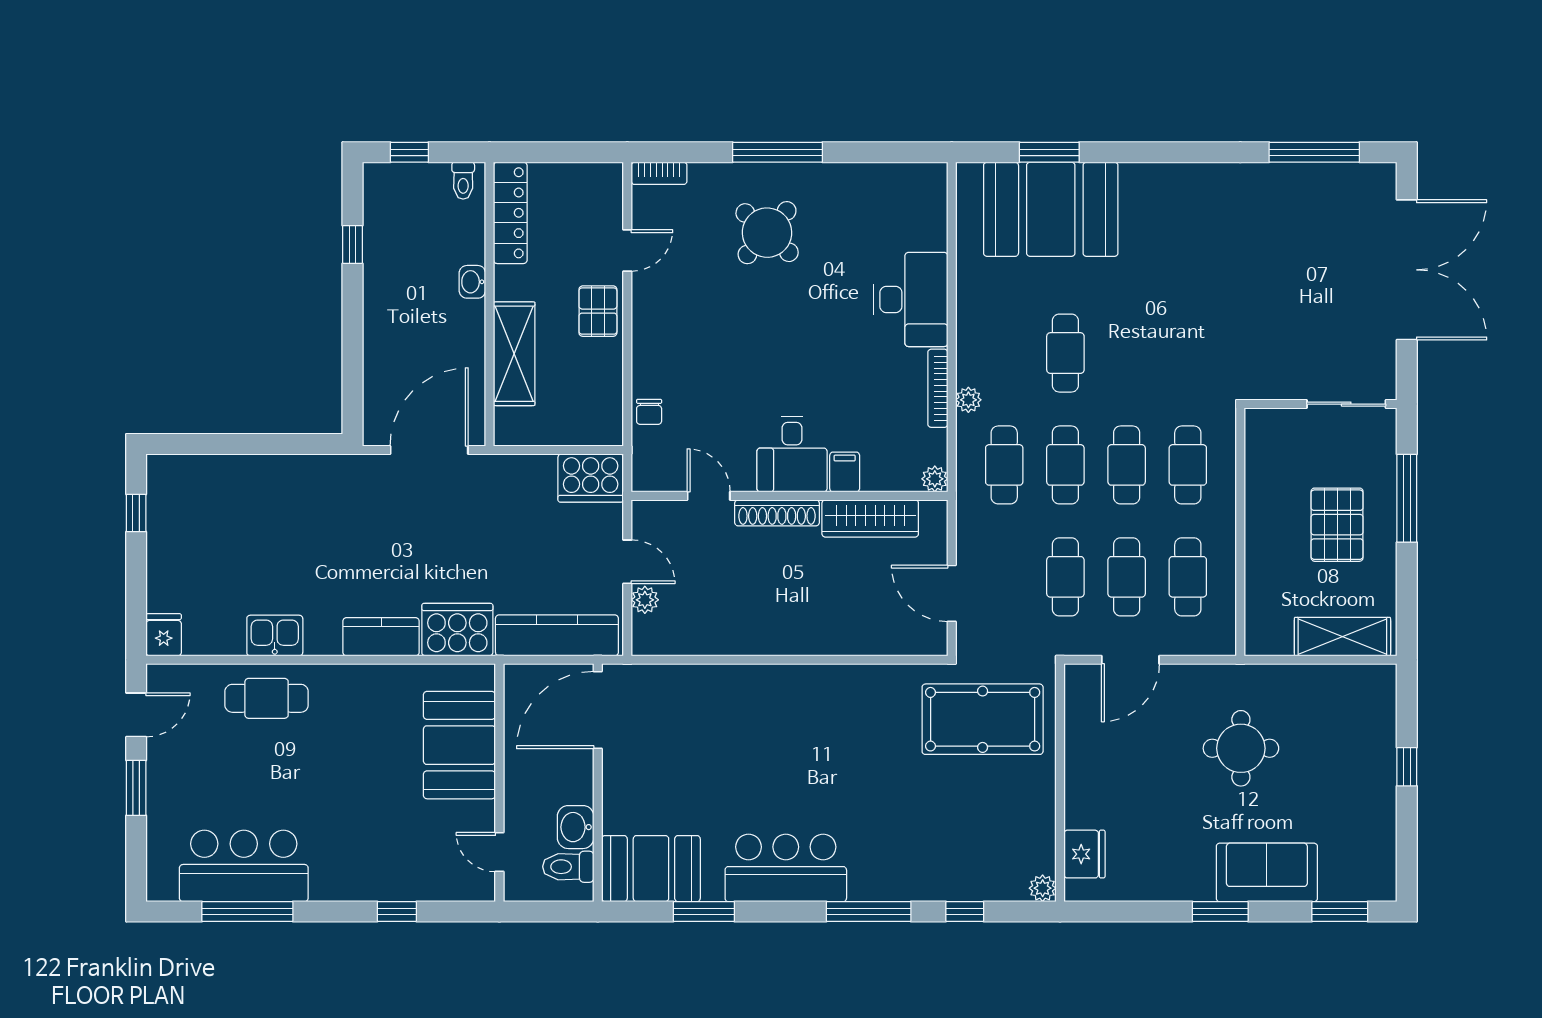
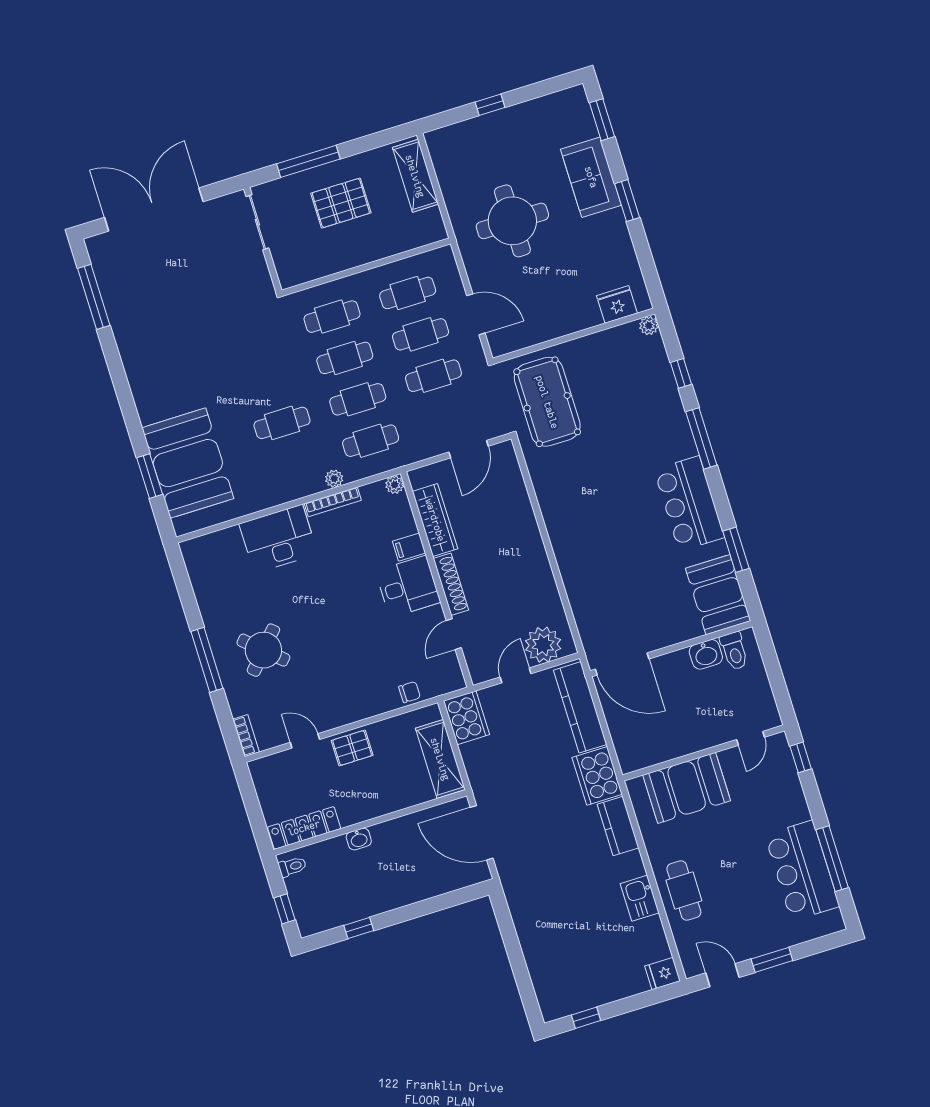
shelving: (514, 354) -> (440, 759), moved, turned 90
plant: (645, 600) -> (543, 645), width x1.88, depth x1.88
booth: (459, 745) -> (687, 788), moved
round table: (1241, 748) -> (512, 221), width x1.36, depth x1.36
wall: (499, 783) -> (704, 753), moved
door: (499, 852) -> (751, 738), moved

